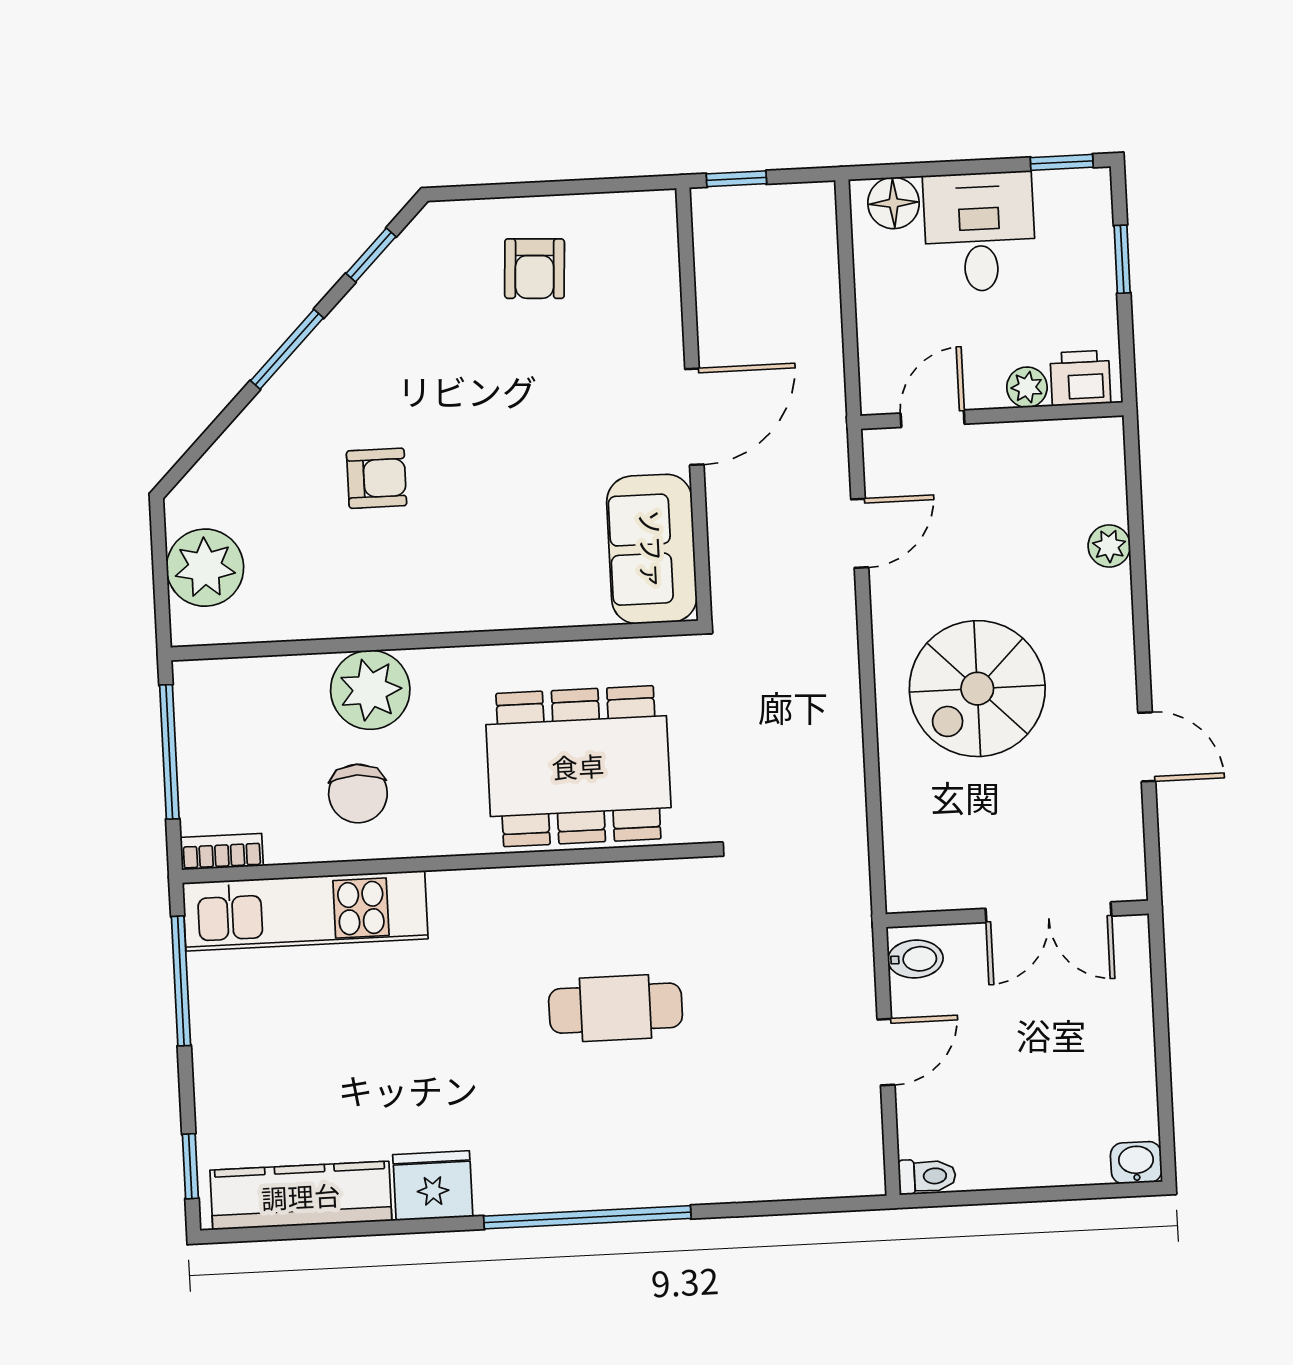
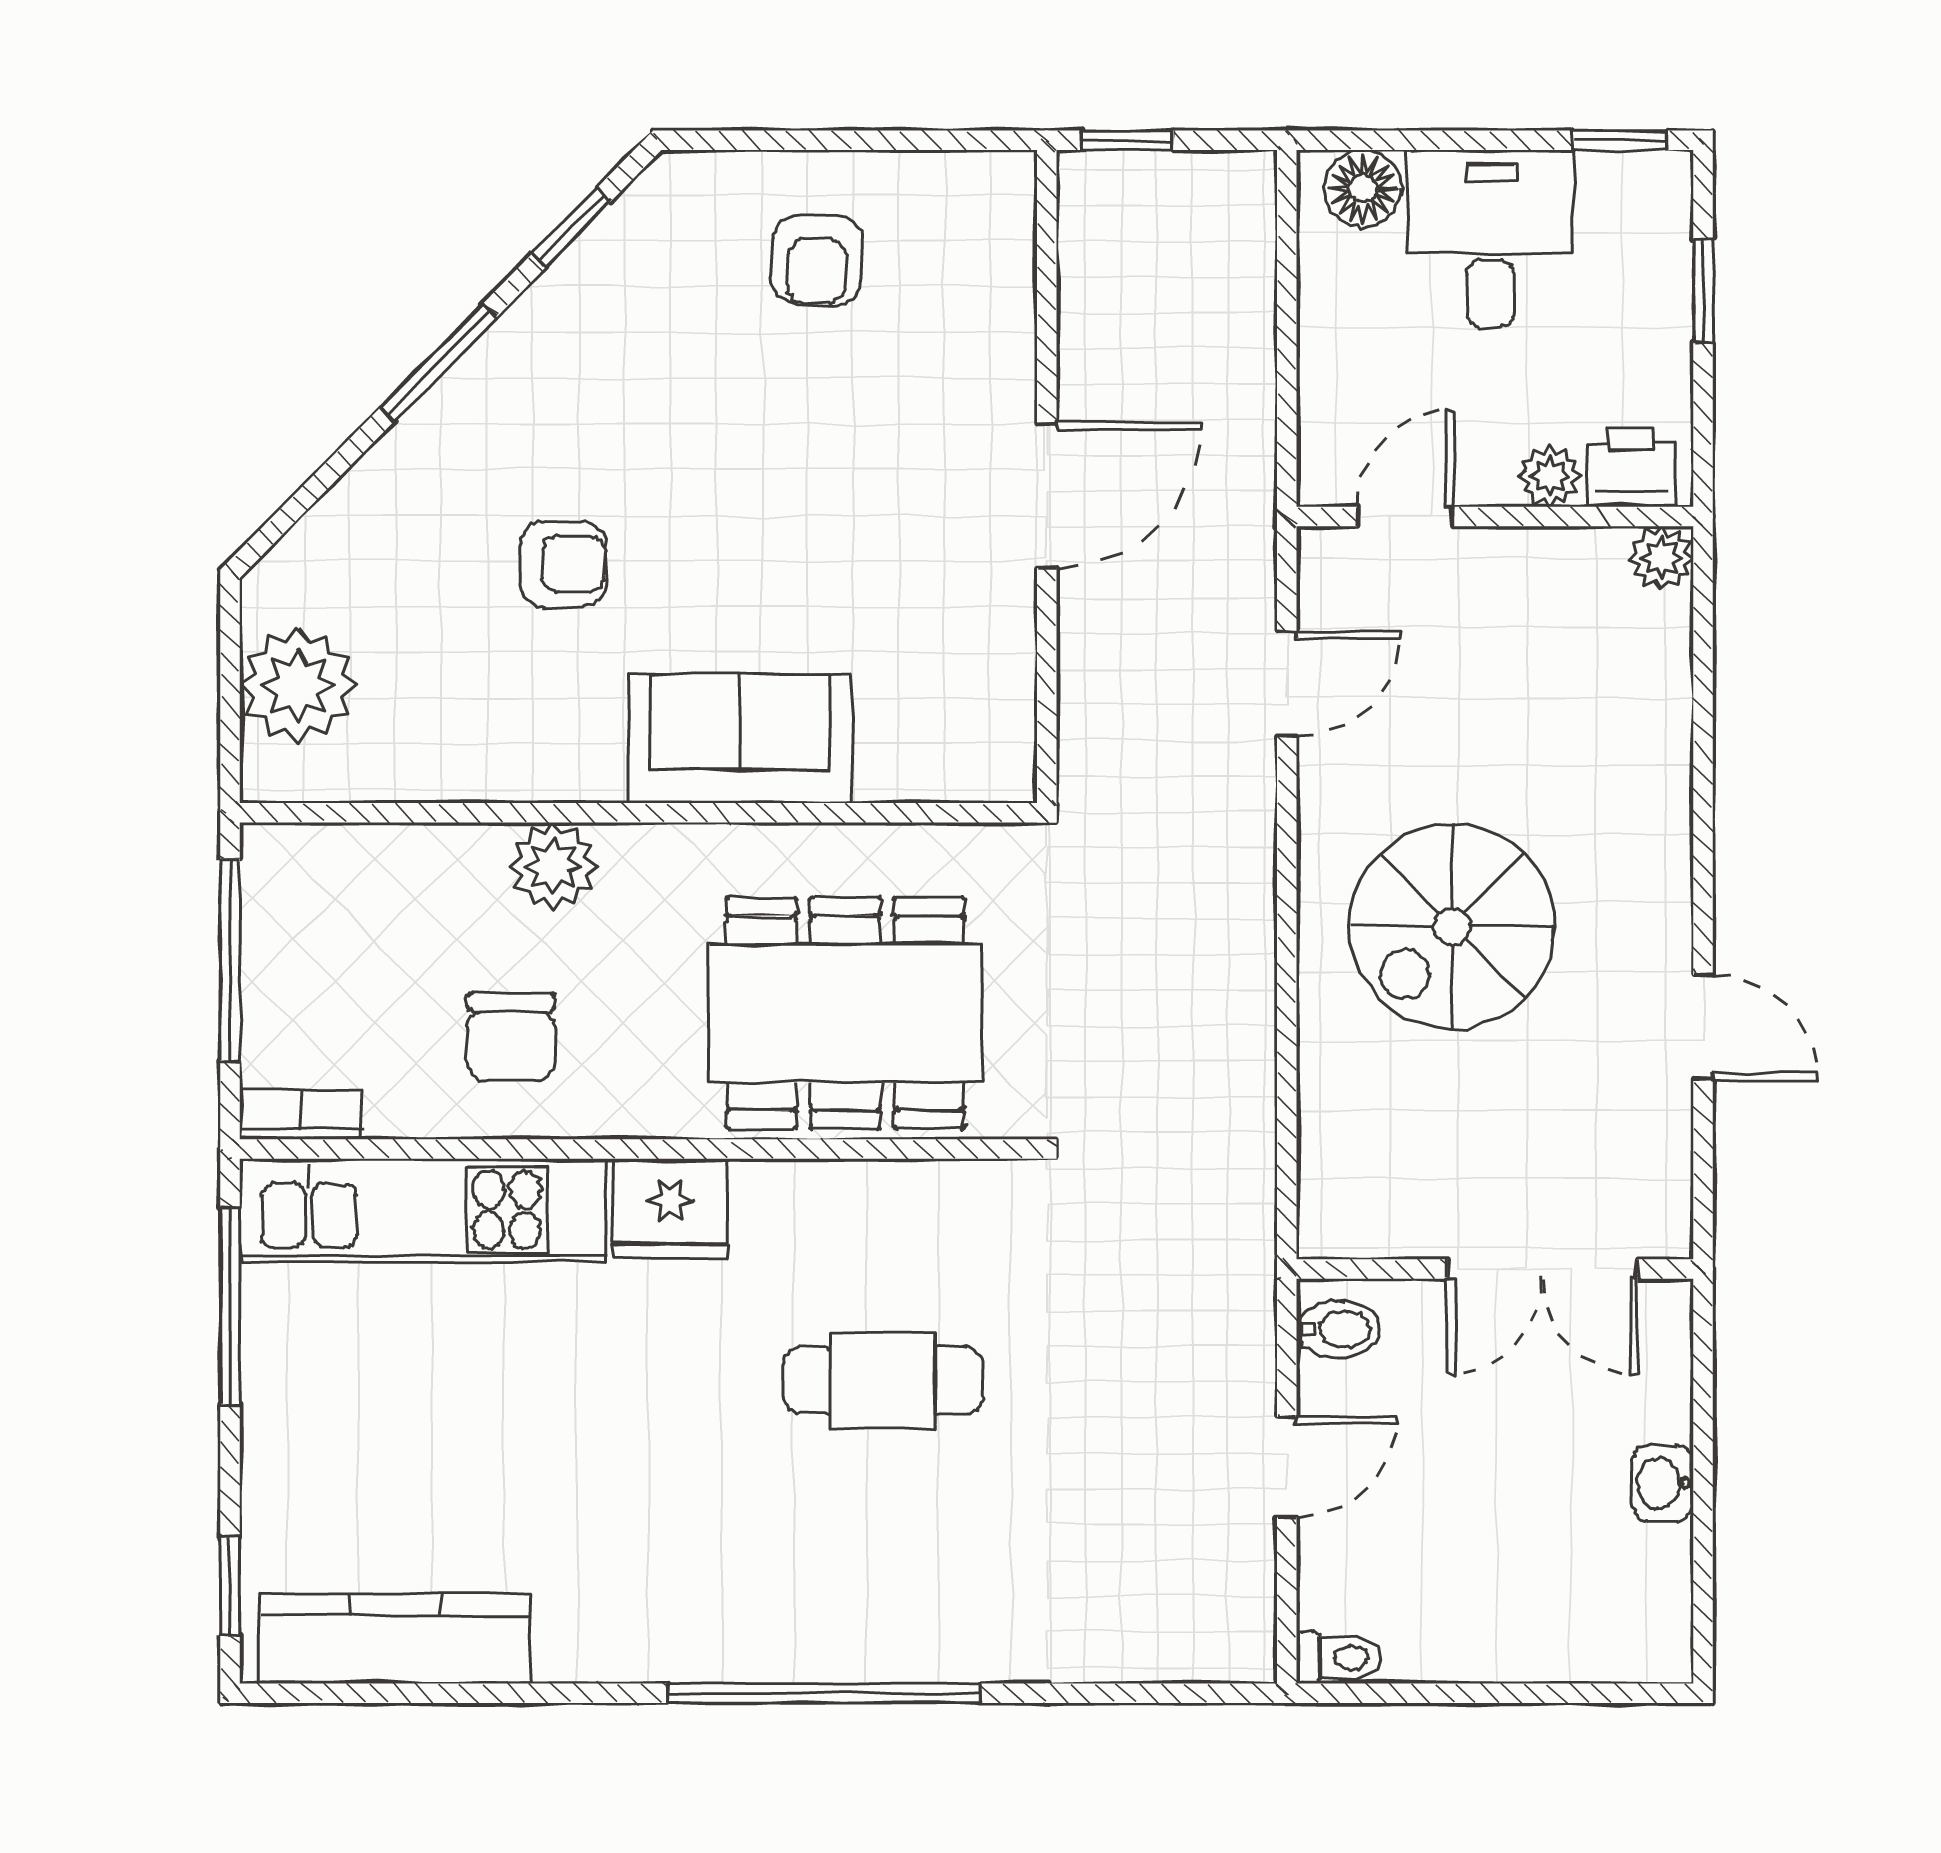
plant: (1109, 546) -> (1662, 558), moved
sofa: (652, 549) -> (740, 739), moved, turned 90
plant: (370, 690) -> (553, 866), width x0.73, depth x0.73
washbasin: (1136, 1163) -> (1663, 1483), moved, turned -90
fridge: (433, 1186) -> (670, 1208), moved, turned 180

